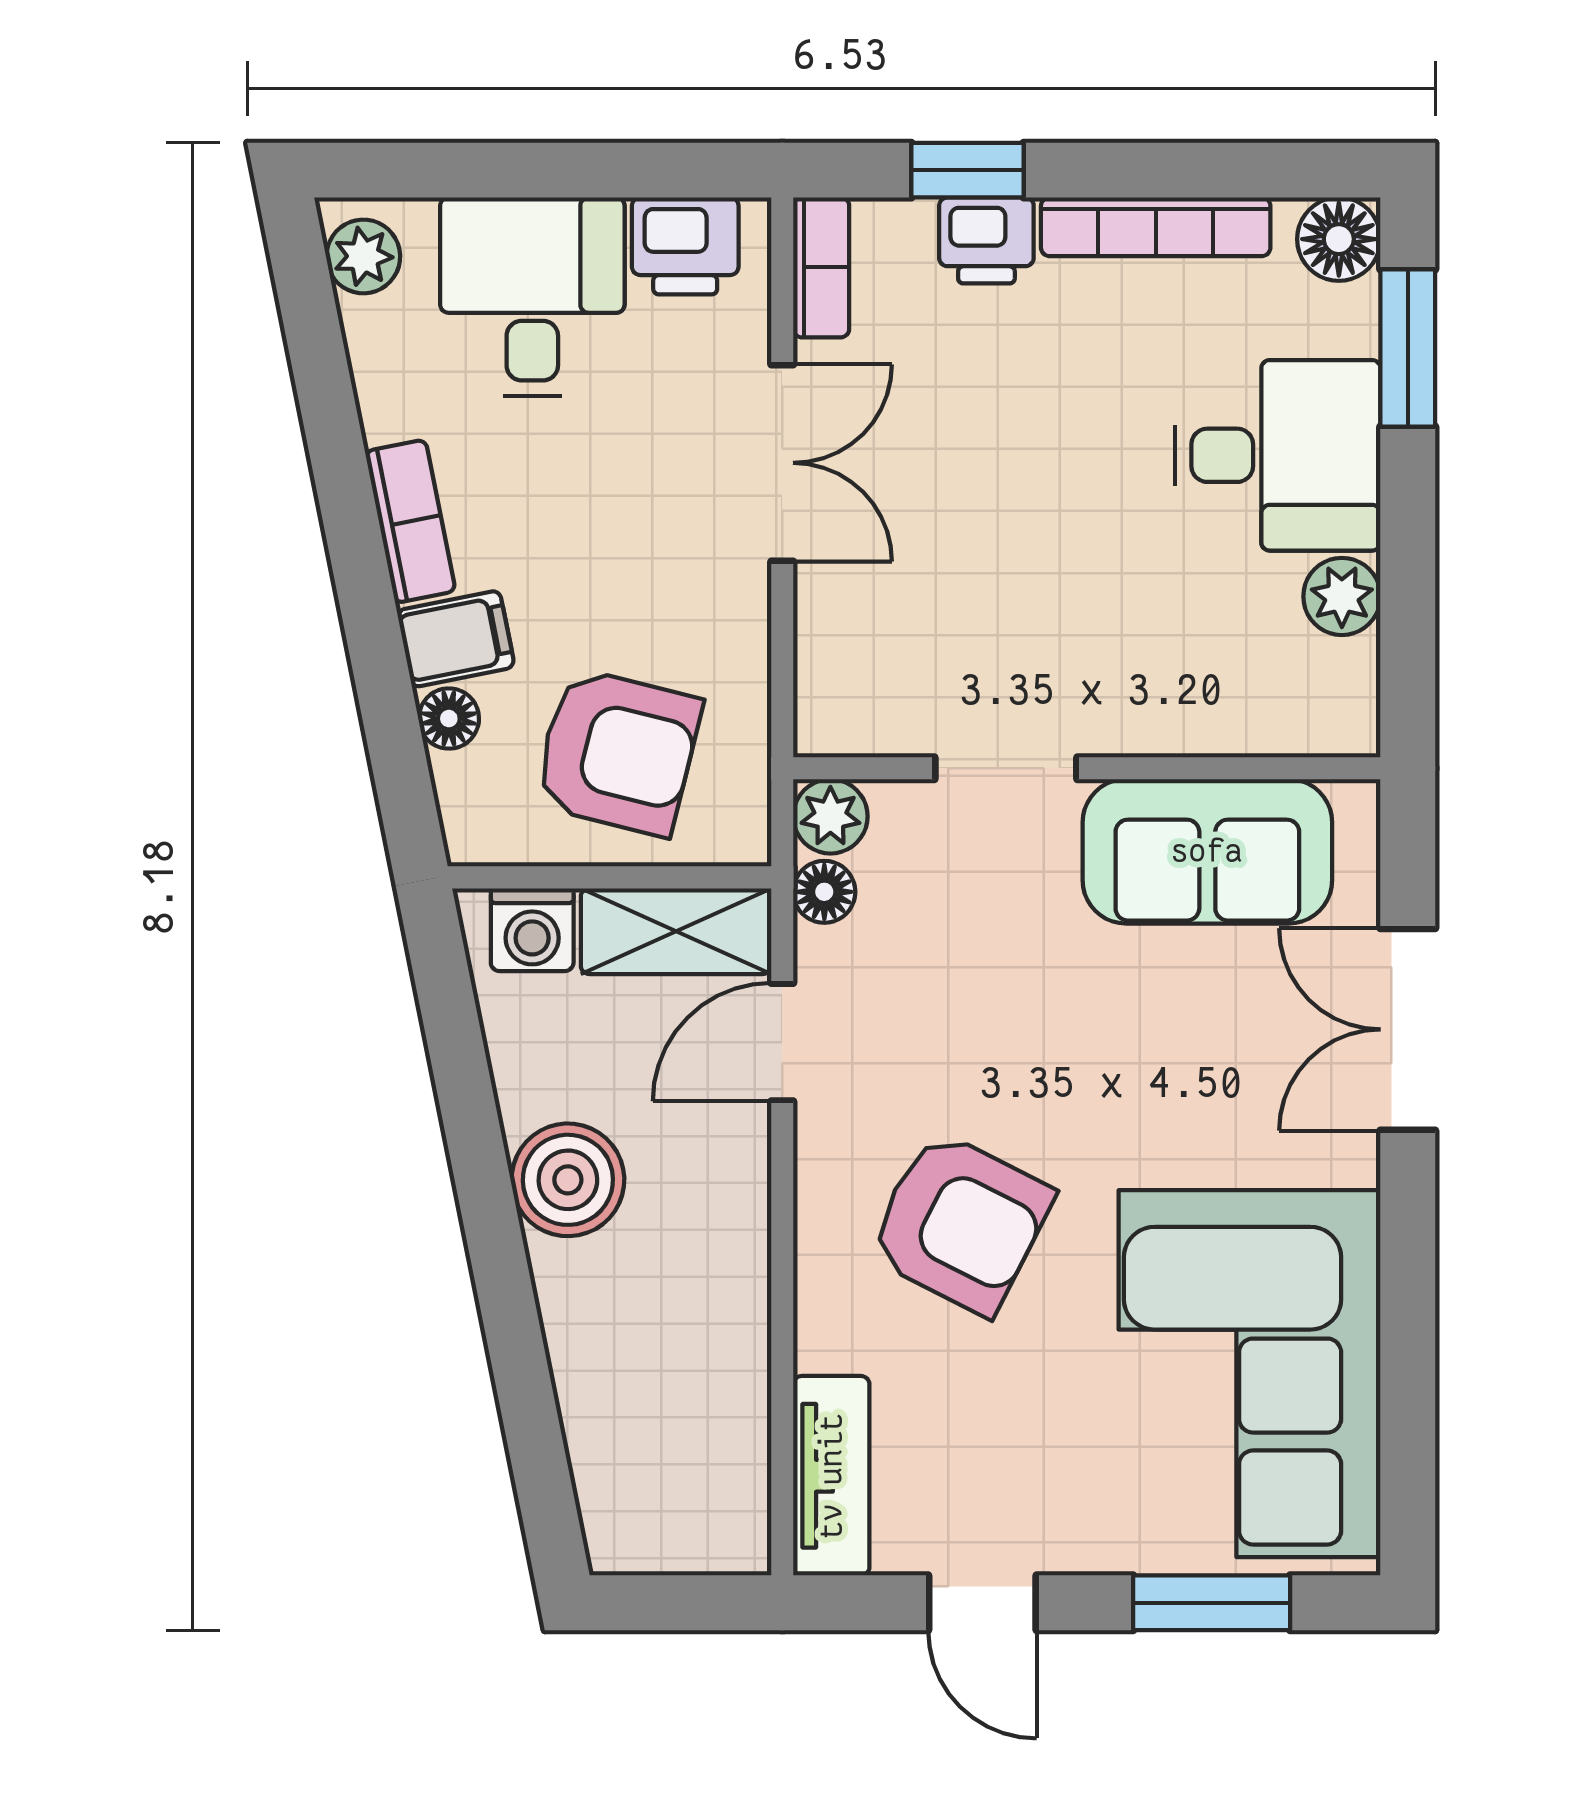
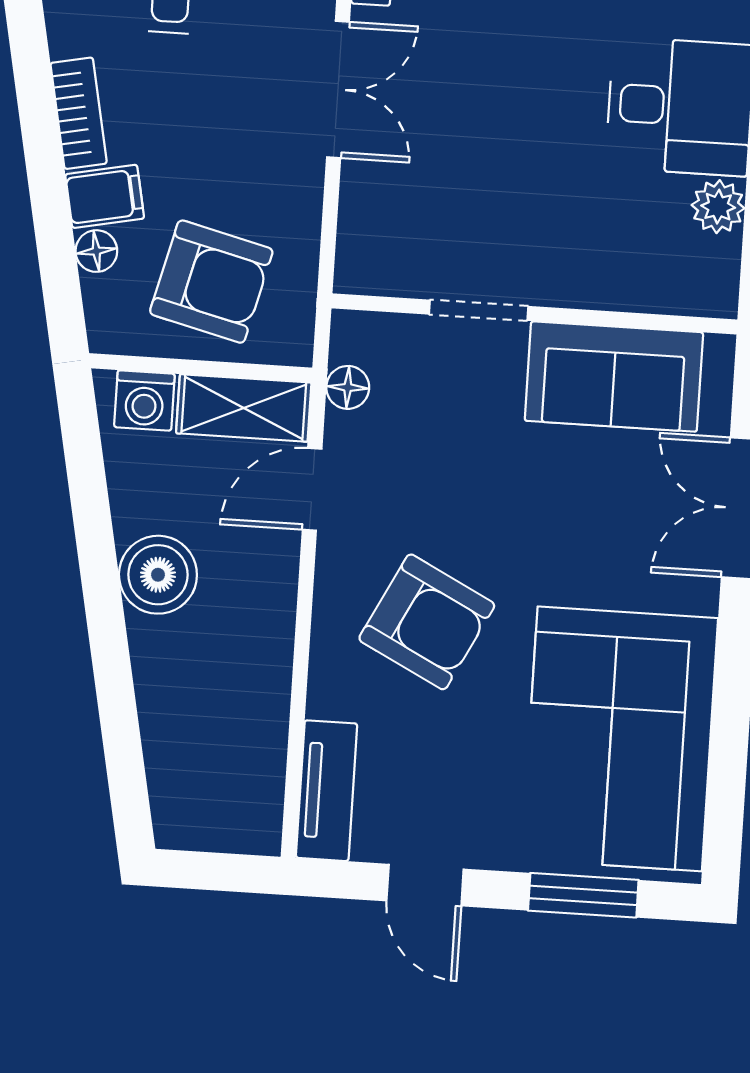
plant: (830, 816) -> (355, 336), removed

